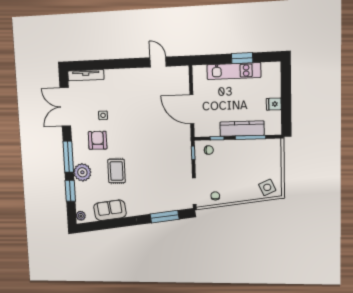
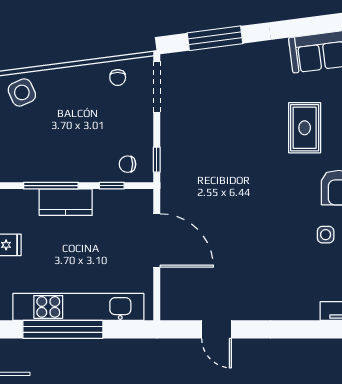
window: (242, 58) -> (63, 329), width x2.11
kitchen unit: (234, 71) -> (78, 307), width x1.36
kitchen counter: (242, 129) -> (66, 202), width x0.67

